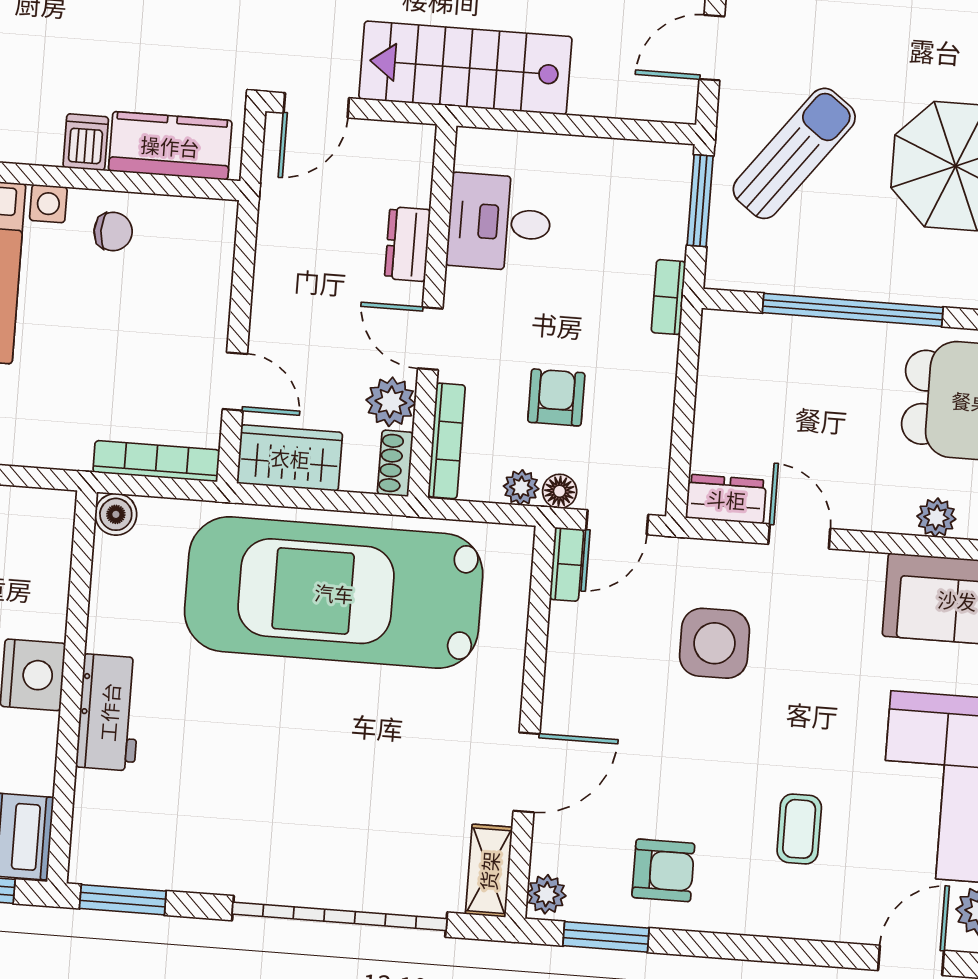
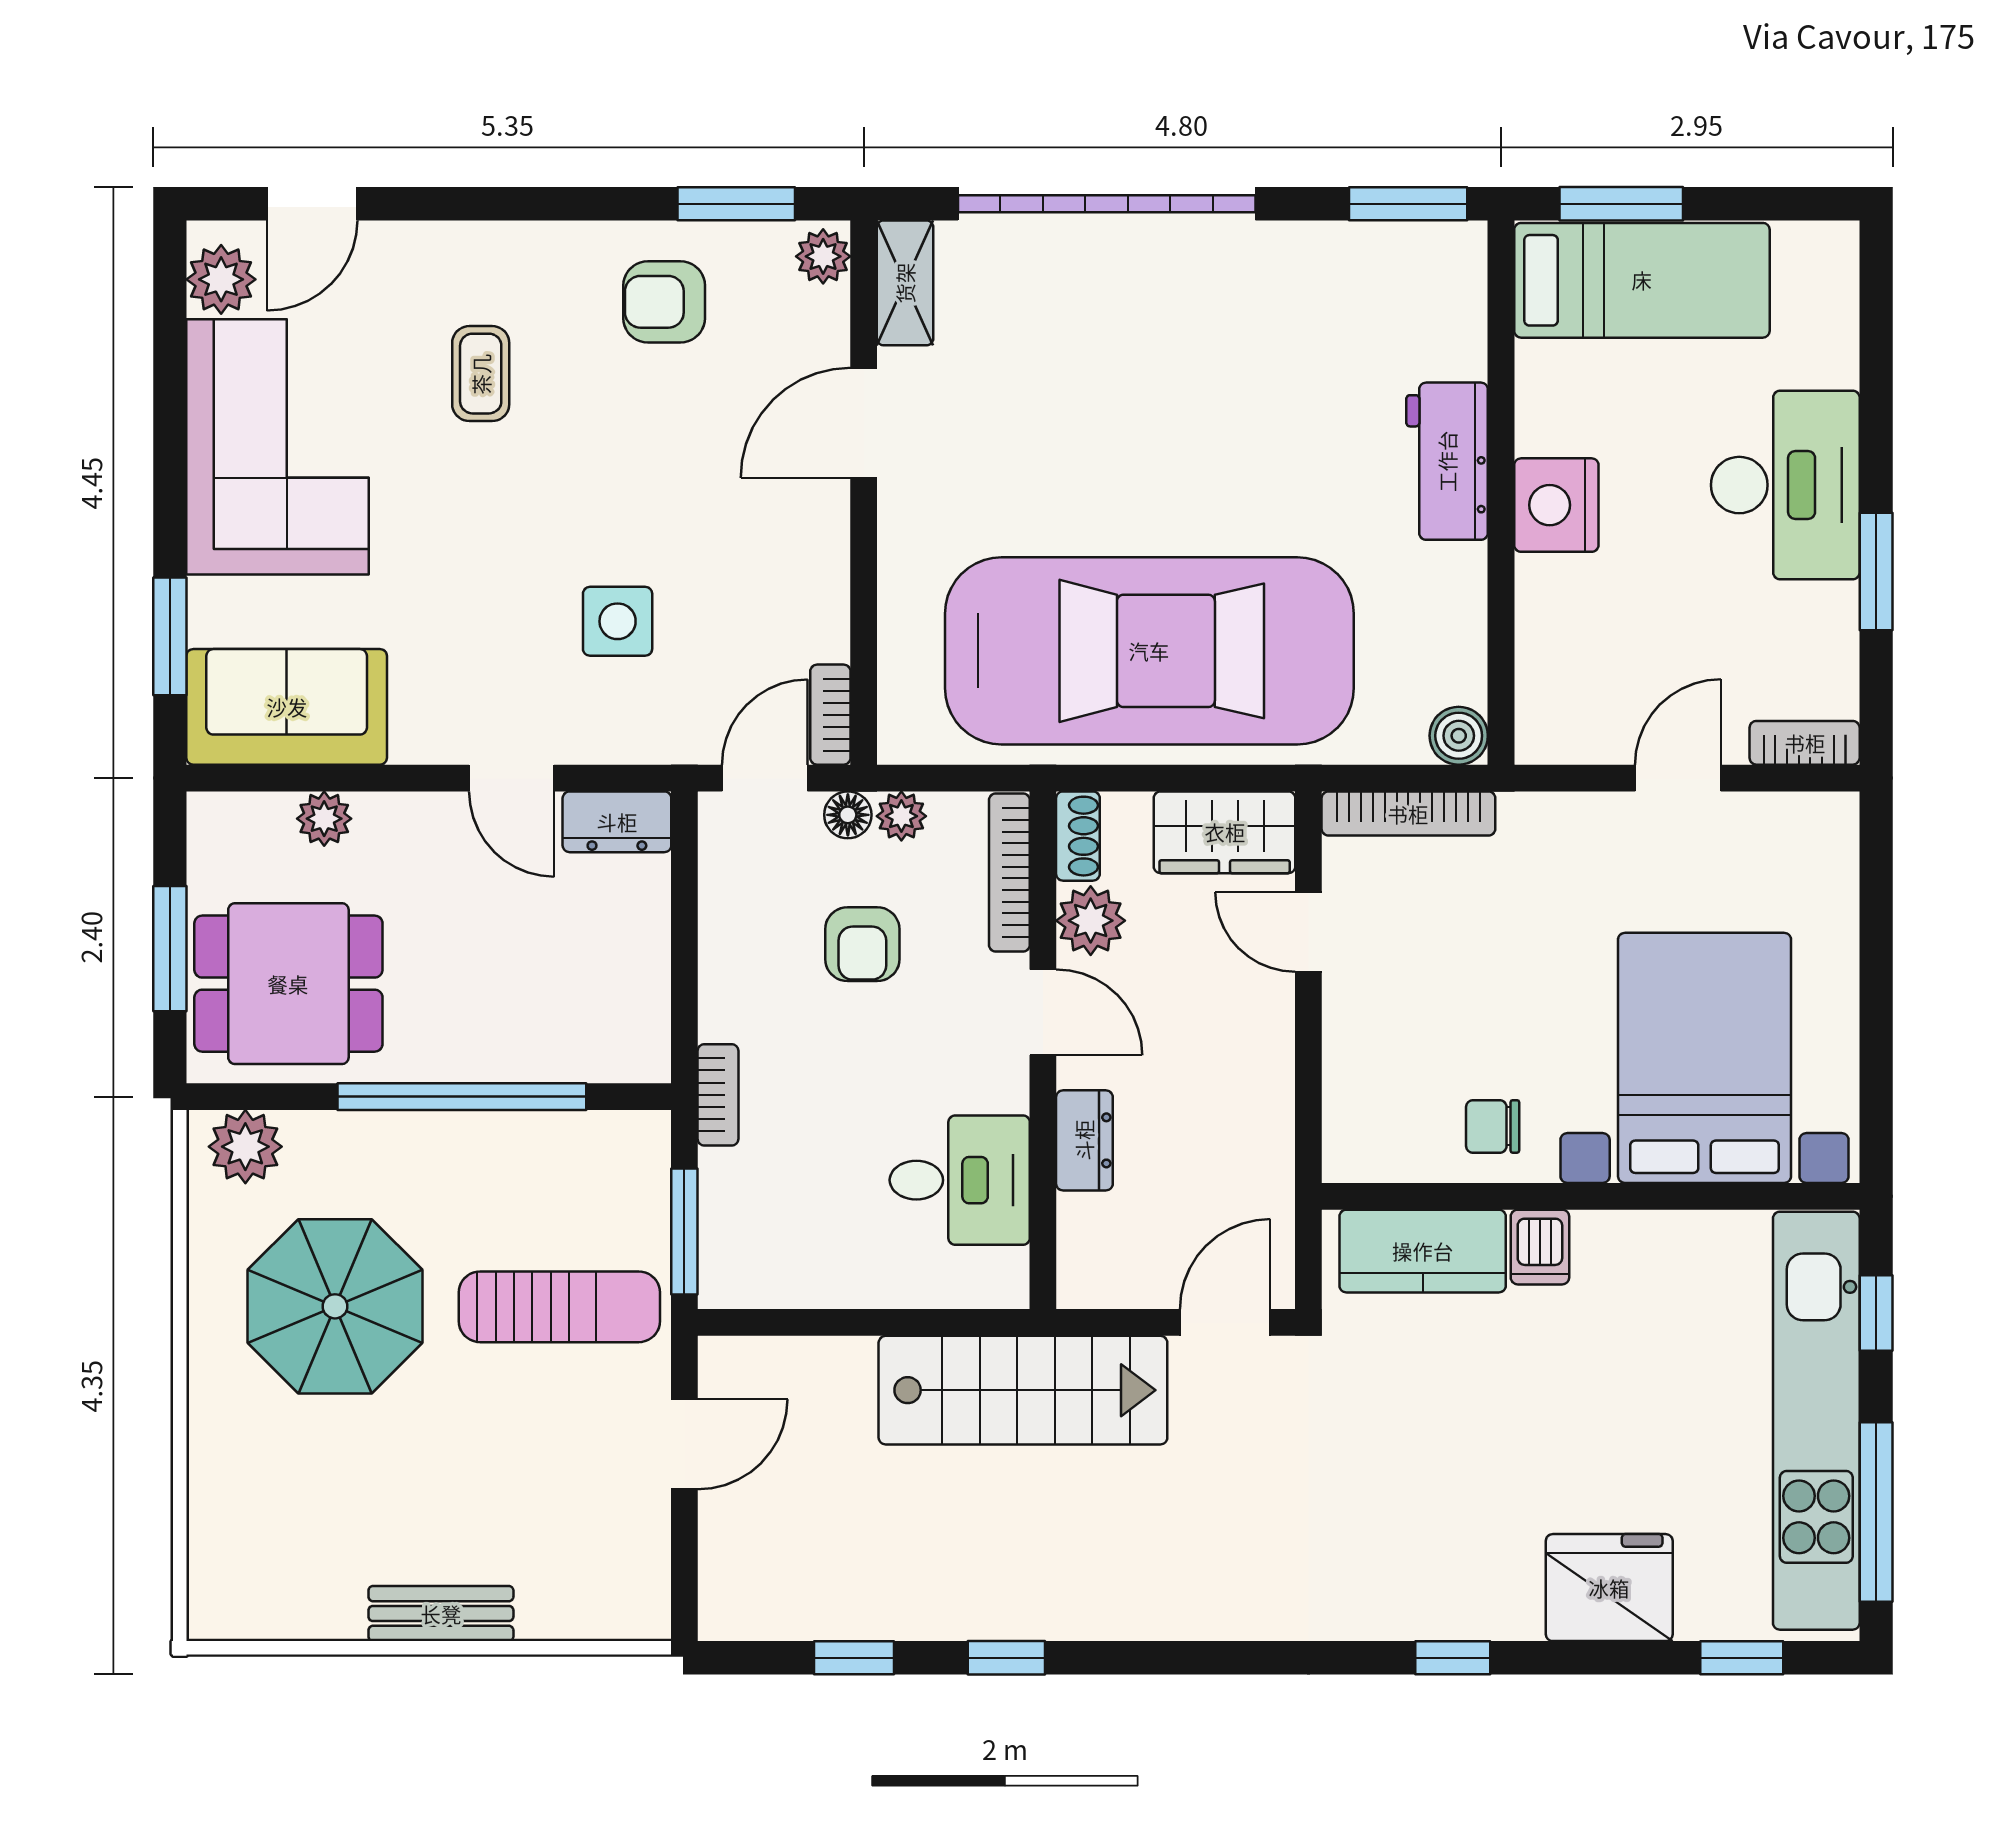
sun lounger: (794, 153) -> (559, 1307), turned -127
side table: (714, 643) -> (618, 621), width x0.73, depth x0.73

